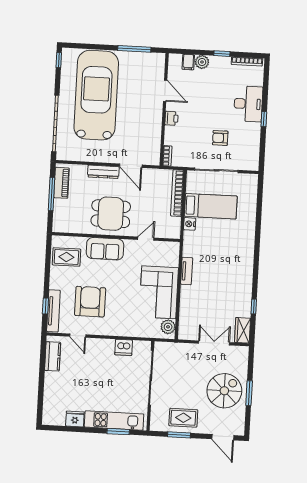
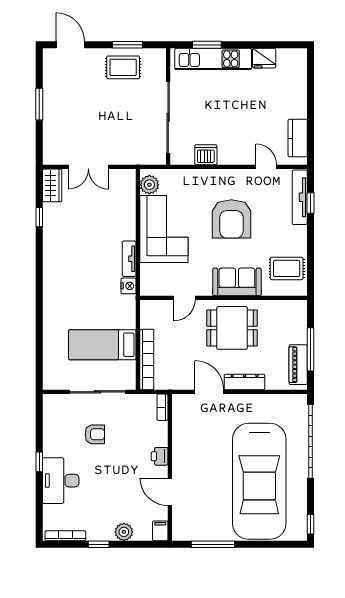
filing cabinet: (188, 62) -> (160, 531), moved
nightstand: (190, 224) -> (129, 286), moved
armchair: (90, 302) -> (231, 219), moved
spiral stairs: (224, 391) -> (72, 105), removed

